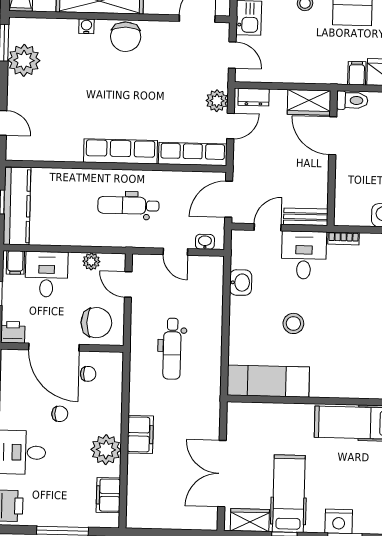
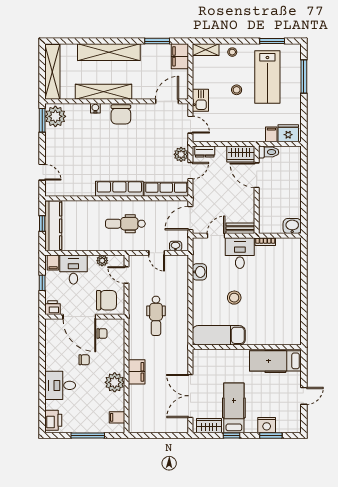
plant: (24, 60) -> (55, 116), moved
filing cabinet: (108, 495) -> (117, 417), width x0.50

